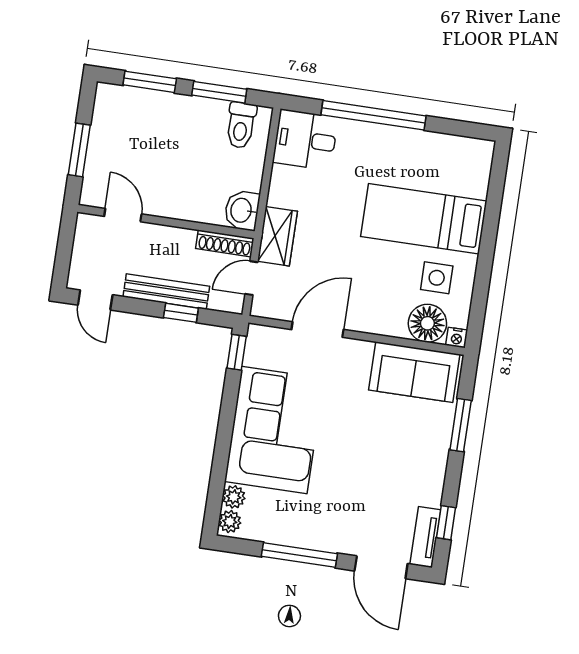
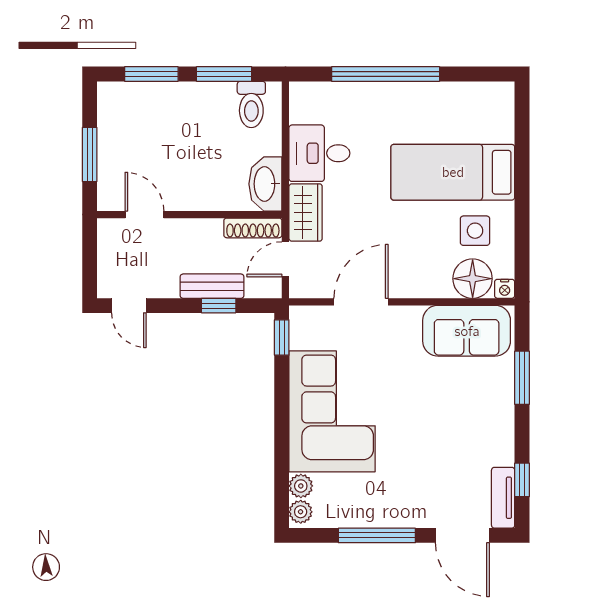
desk: (305, 140) -> (319, 153), moved
washbasin: (242, 210) -> (265, 184), width x1.38
bench: (166, 292) -> (212, 286), width x0.73

